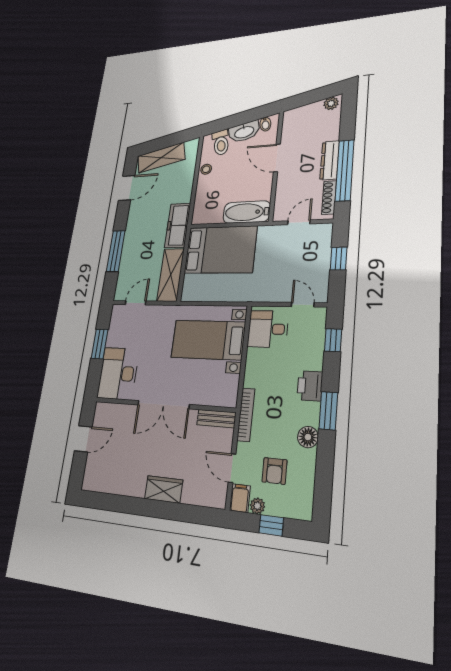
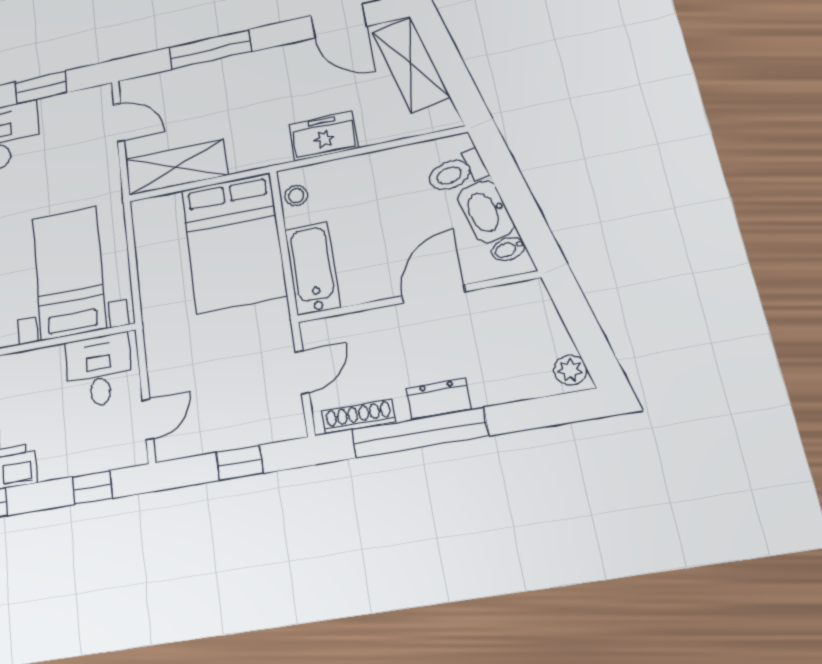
dresser: (330, 160) -> (438, 399), width x0.70
stool: (206, 169) -> (296, 195), moved
door: (299, 222) -> (302, 372), hinge flipped
freezer: (178, 225) -> (324, 136), moved, width x0.71

